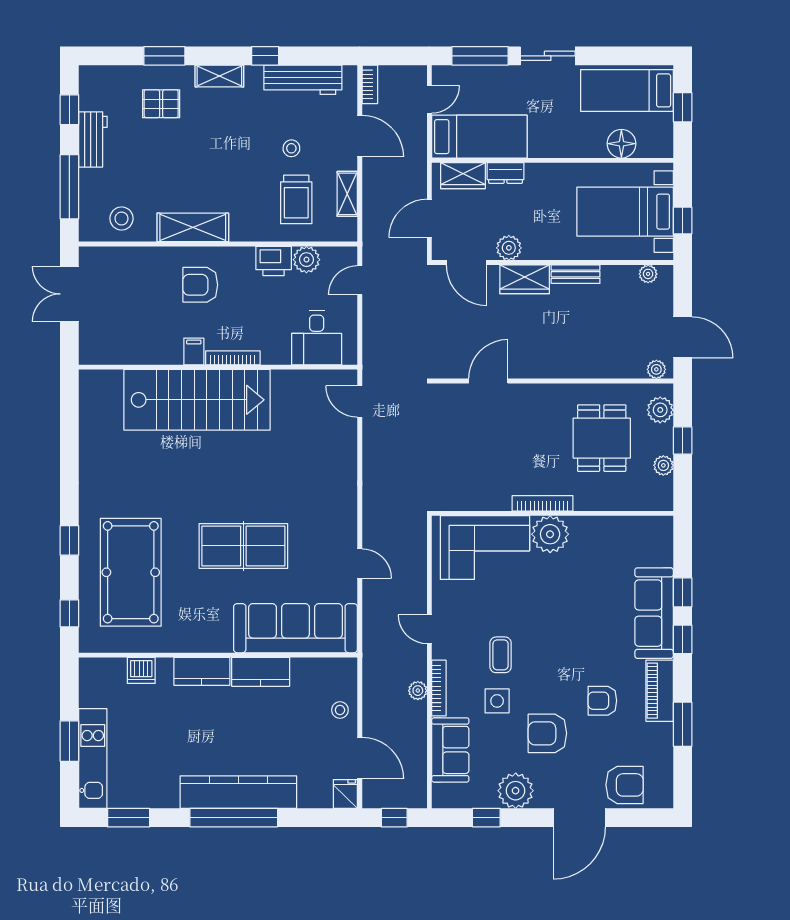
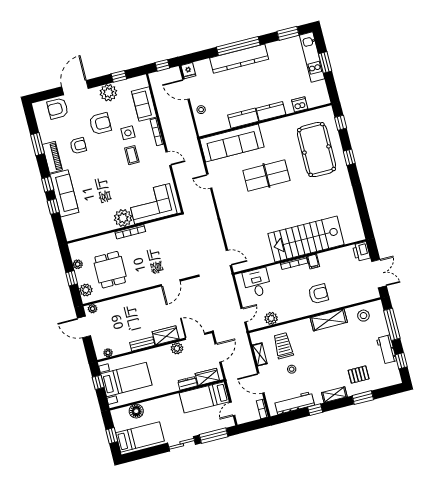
printer: (274, 261) -> (361, 251), moved, turned -90
plant: (418, 691) -> (167, 128), removed

